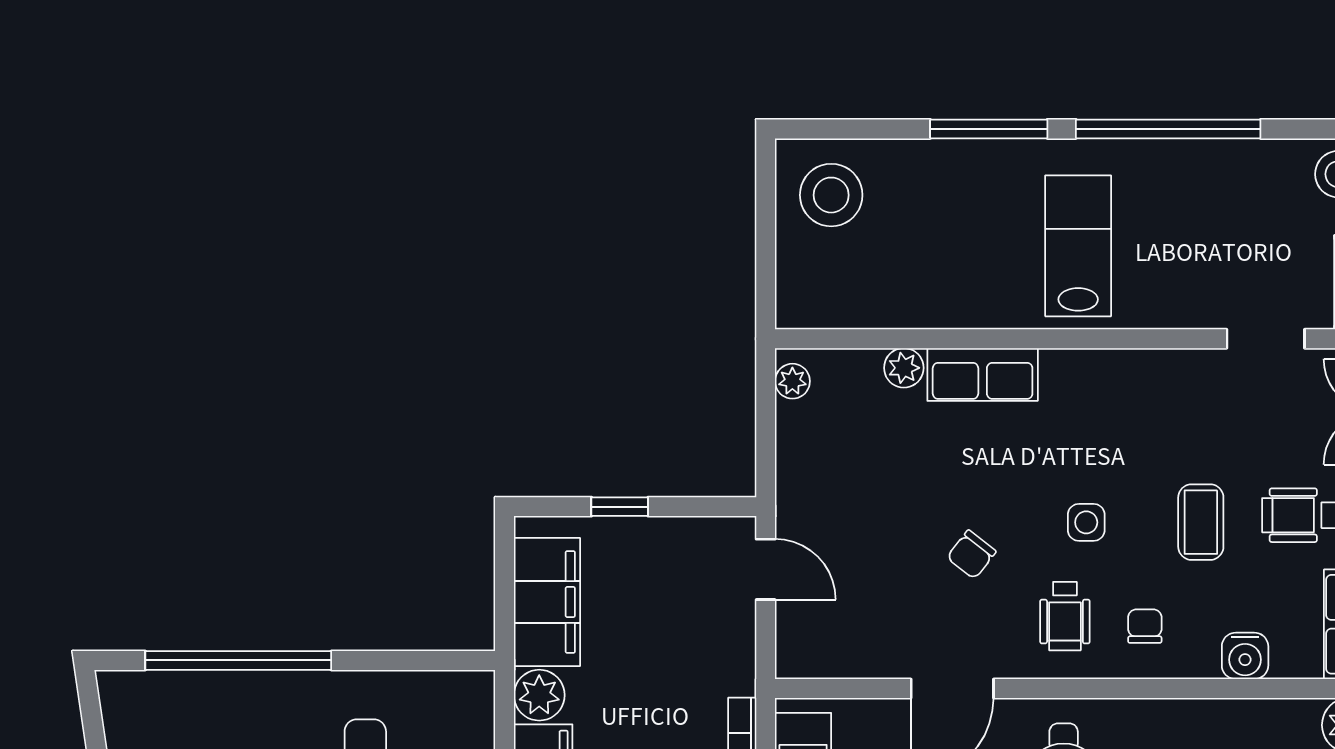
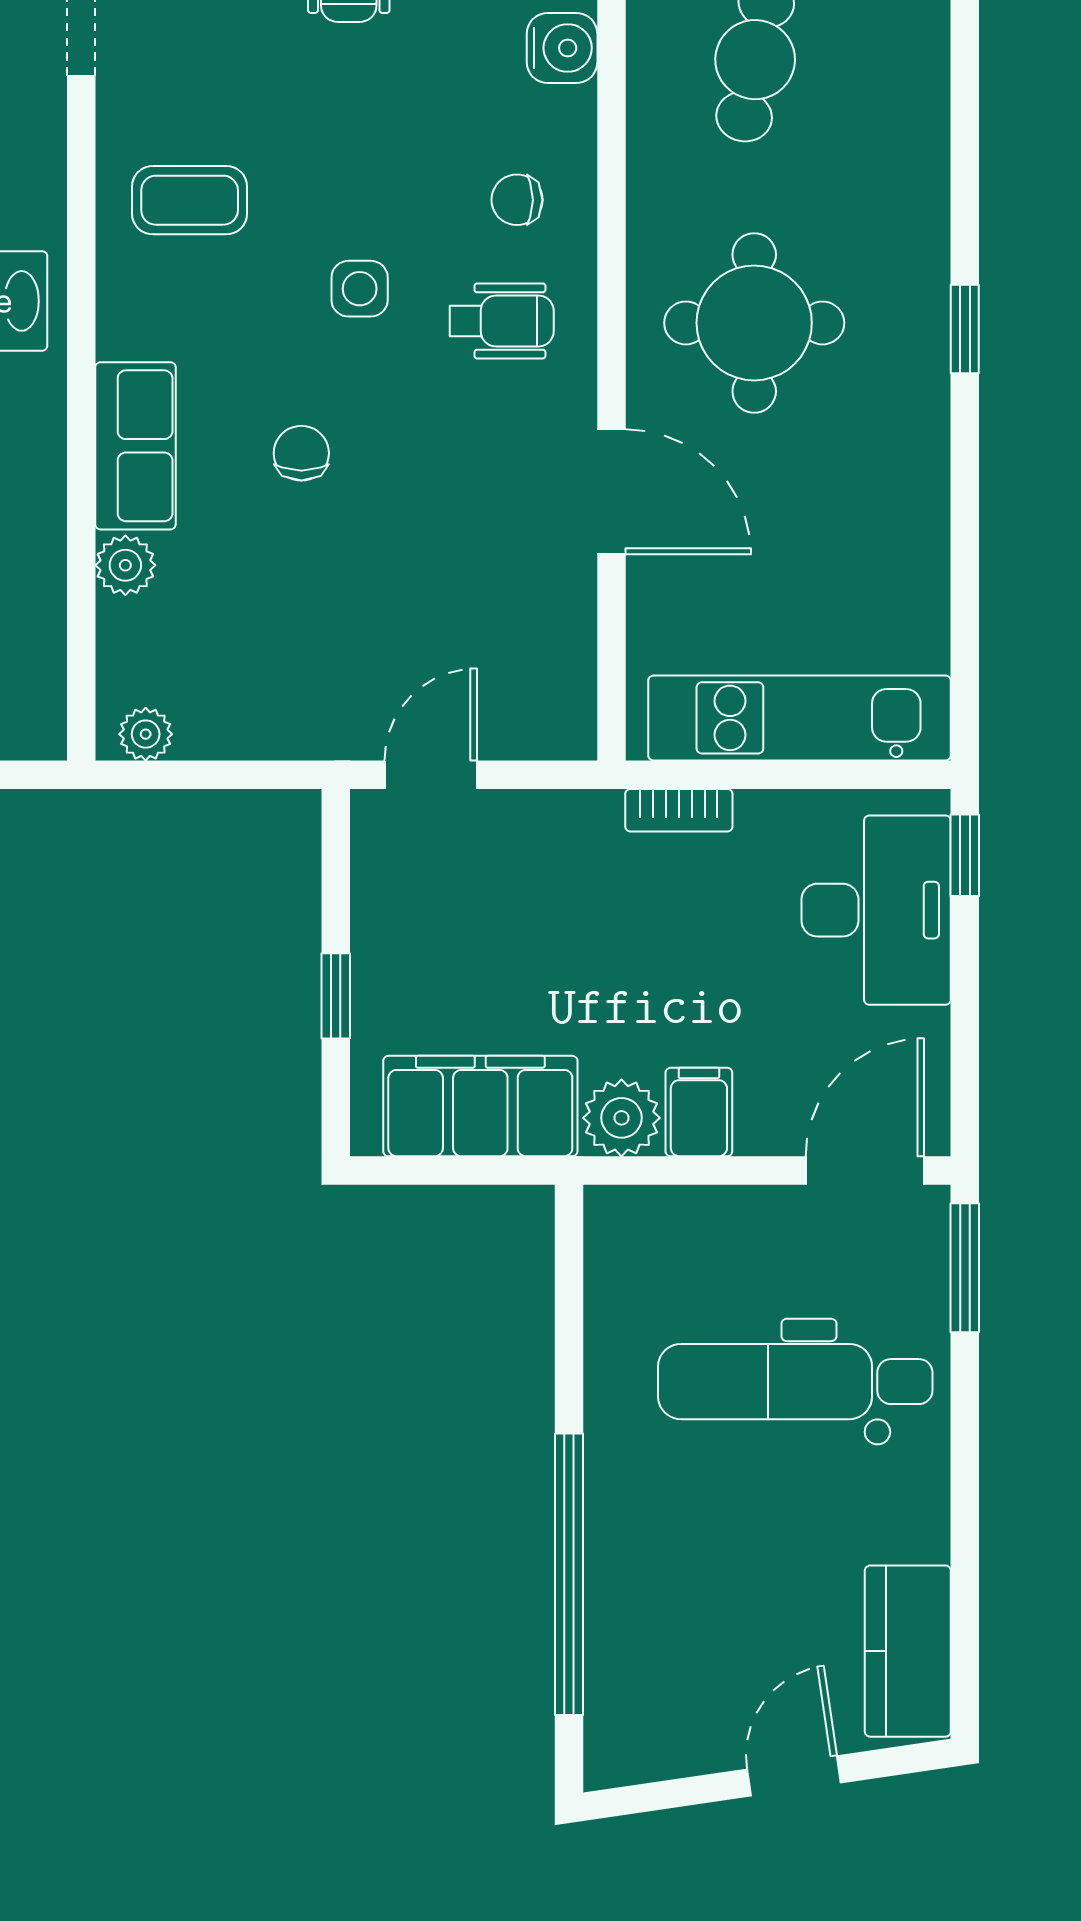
coffee table: (1201, 522) -> (190, 200), moved
chair: (971, 554) -> (301, 453), moved, turned -128

